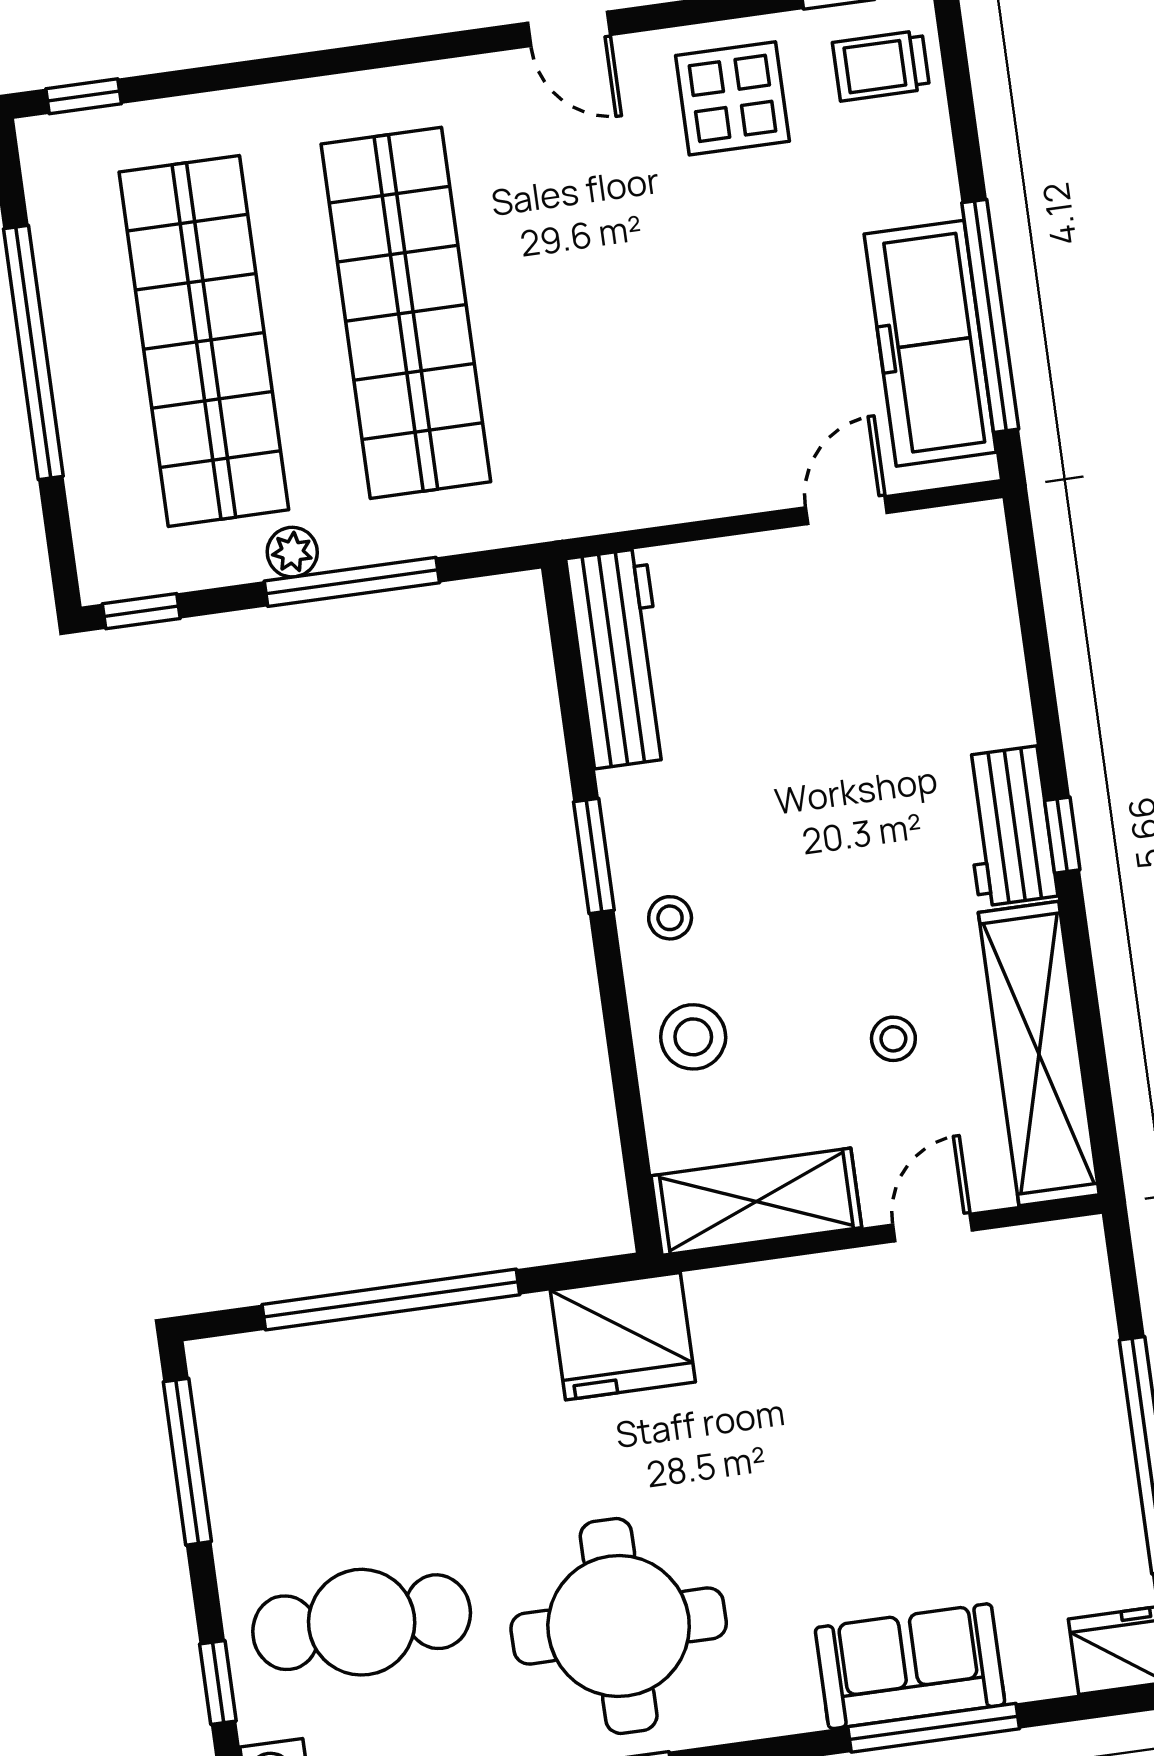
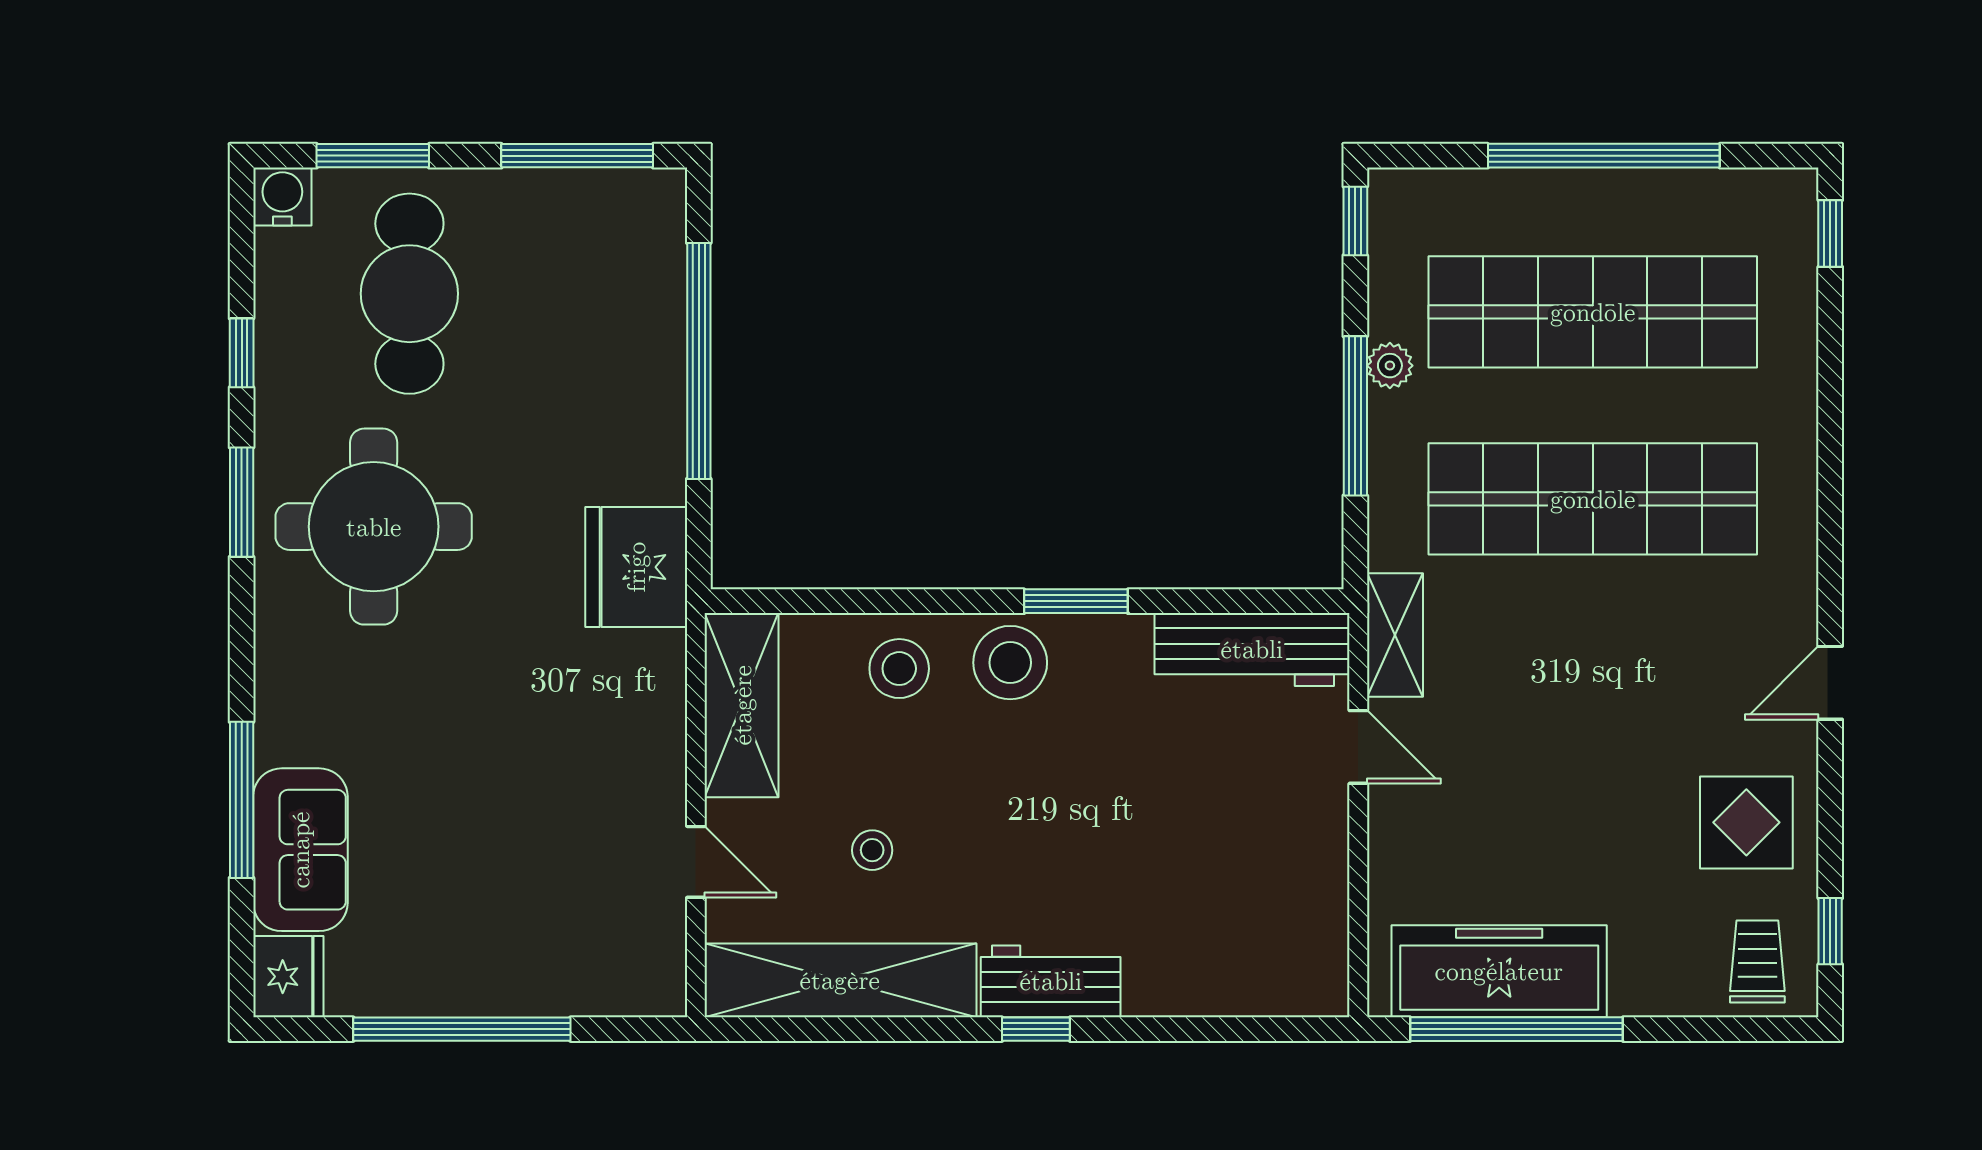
shelving: (583, 506) -> (1395, 635), added
door: (846, 510) -> (1358, 747), moved
stool: (670, 918) -> (1010, 663), width x1.89, depth x1.89
sofa: (910, 1666) -> (300, 850), moved
window: (218, 1683) -> (373, 156), width x1.50

